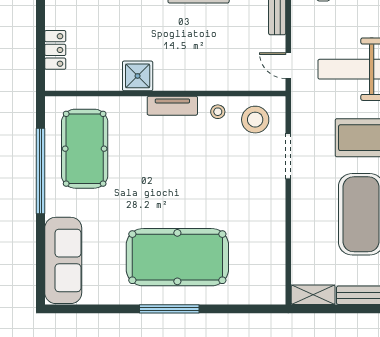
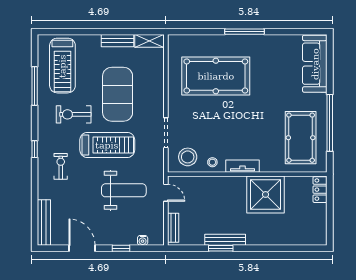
locker: (55, 50) -> (320, 190), moved
shower: (138, 76) -> (266, 194), width x1.86, depth x1.86
pool table: (177, 257) -> (216, 76), moved

